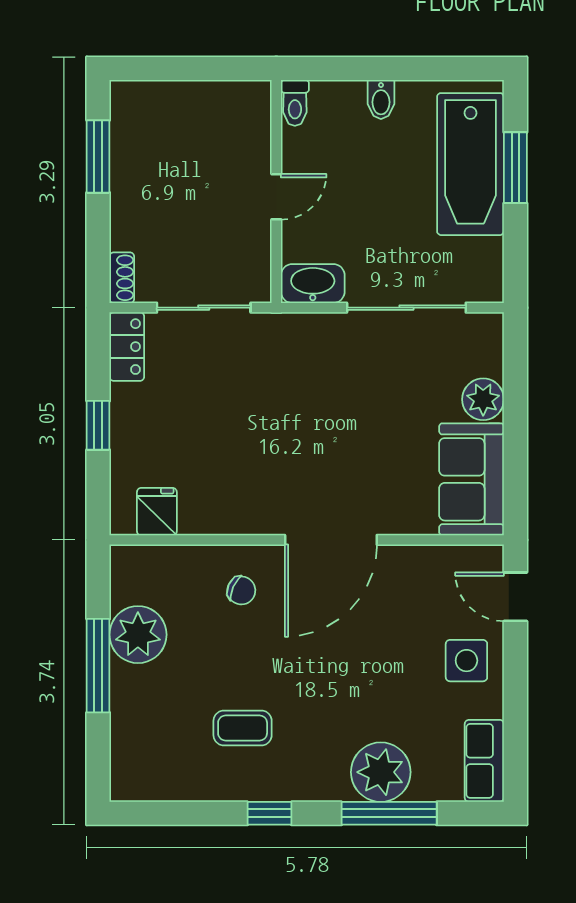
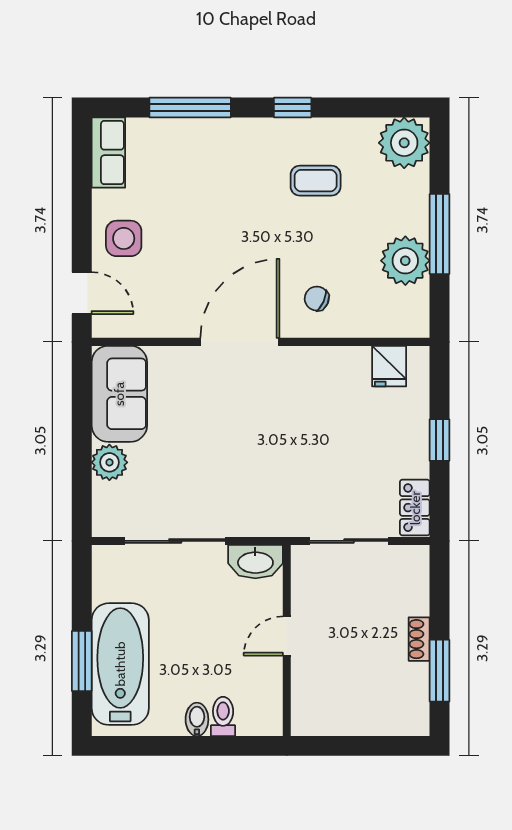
toilet: (295, 103) -> (223, 716), moved
shoe rack: (122, 278) -> (419, 639), moved
plant: (381, 772) -> (404, 143), moved

